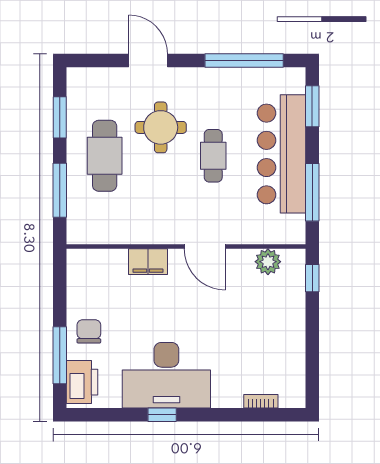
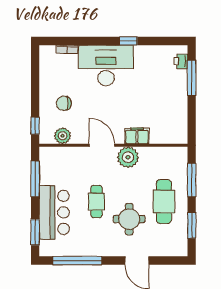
bar counter: (281, 154) -> (54, 212), width x0.73
plant: (162, 227) -> (128, 157), added
chair: (89, 331) -> (64, 103), moved, turned 90
desk: (166, 375) -> (106, 65), moved
printer: (82, 382) -> (181, 61), width x0.53, depth x0.68

